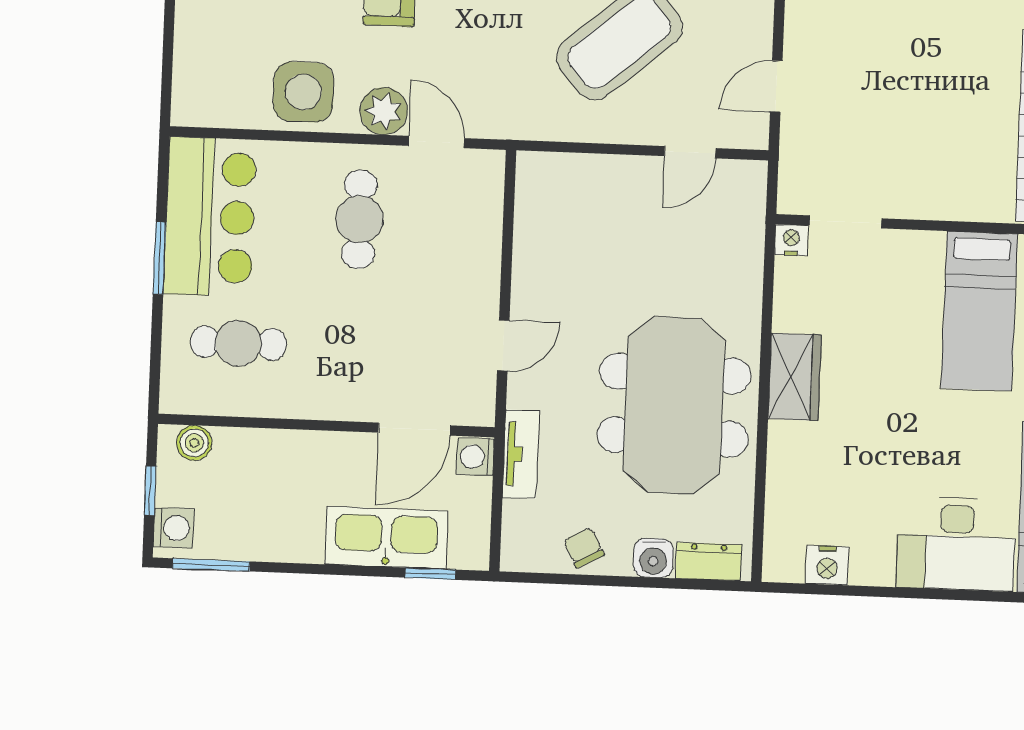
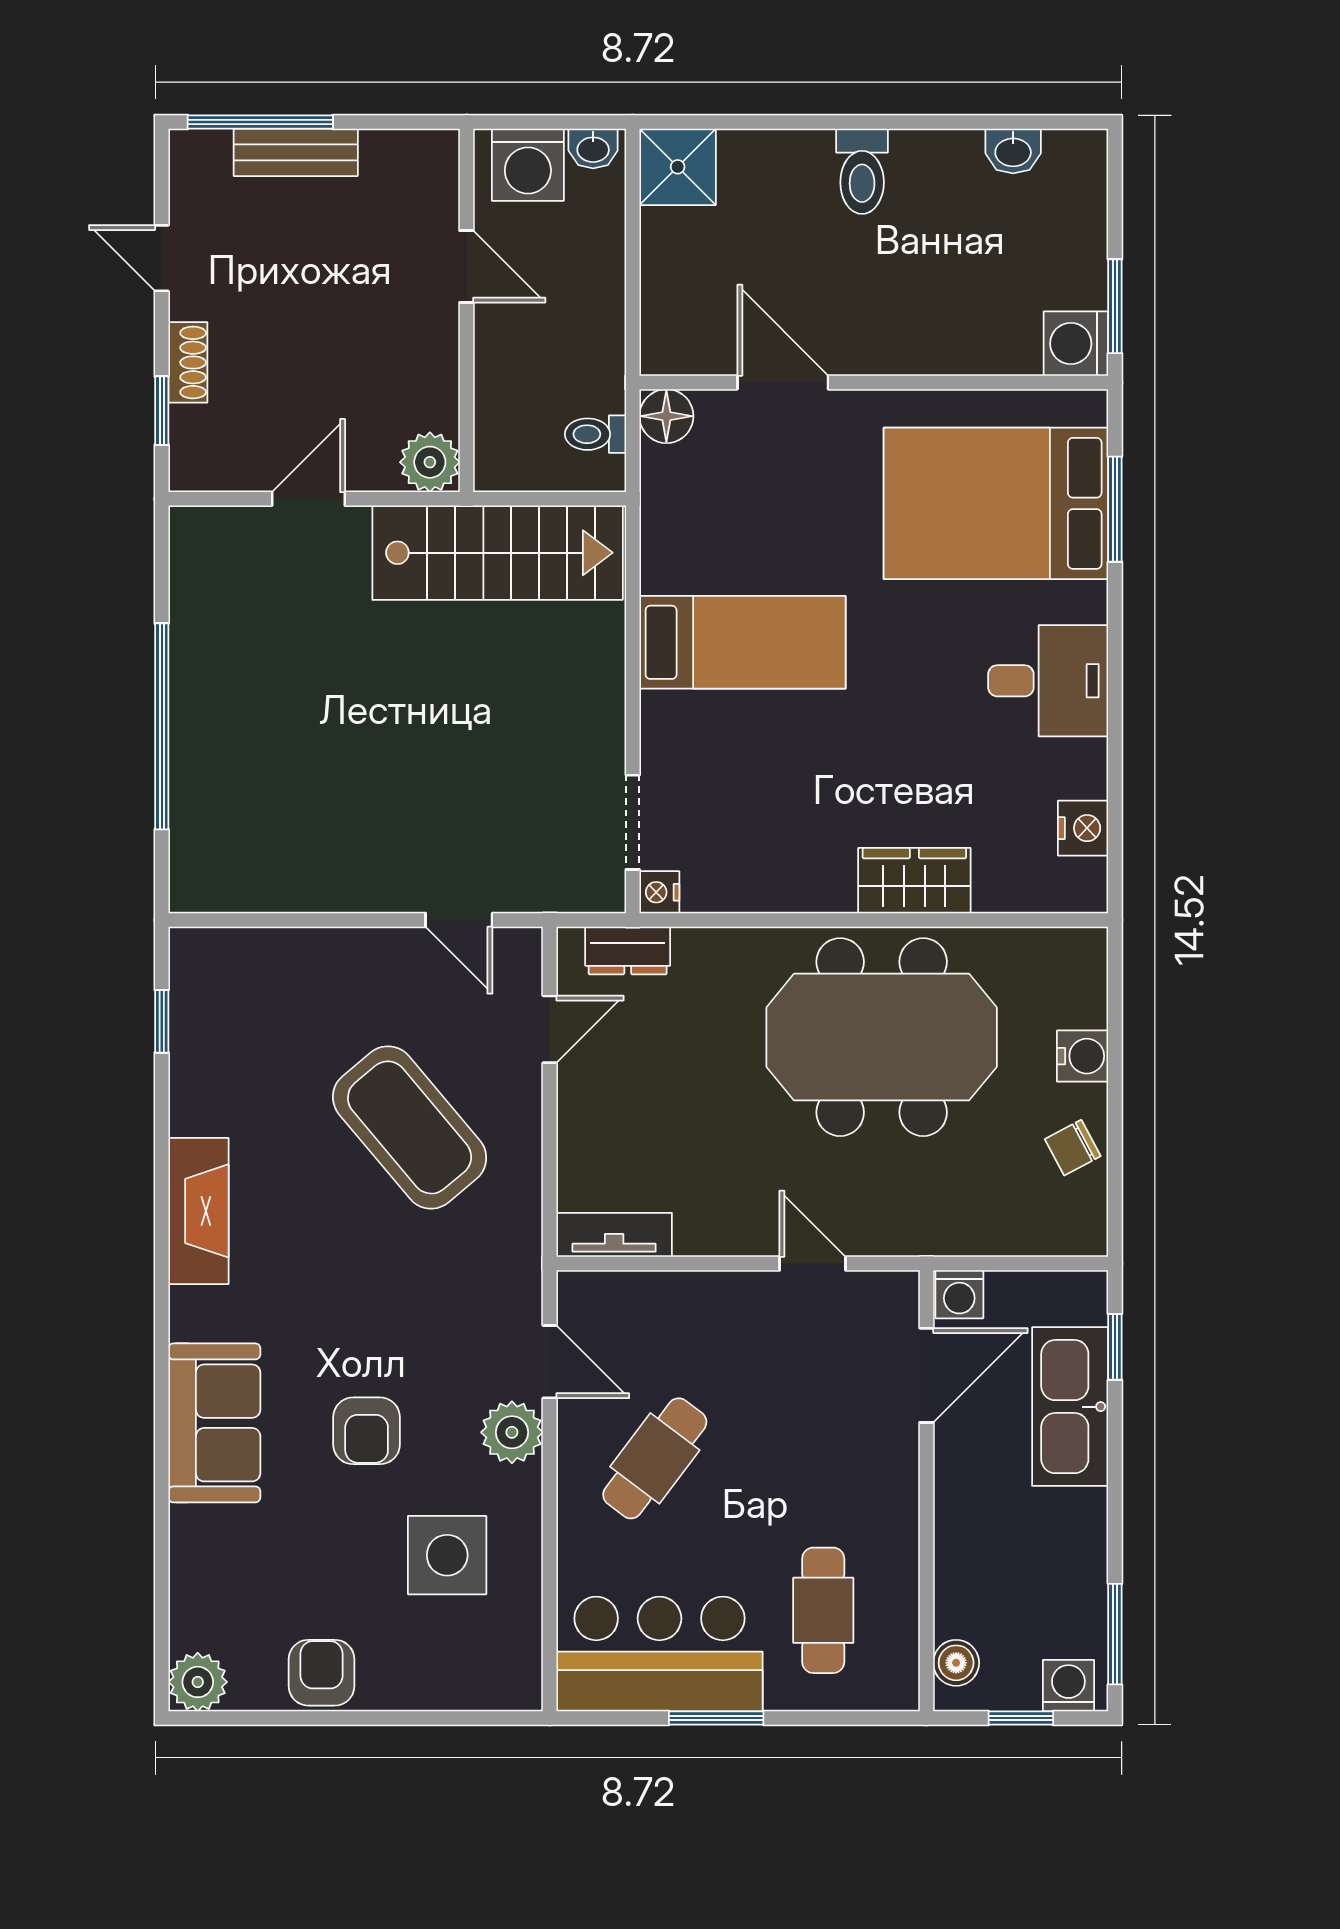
side table: (303, 92) -> (447, 1555), moved
door: (436, 142) -> (550, 1362), swing flipped
door: (690, 152) -> (550, 1029), hinge flipped
cafe table: (359, 219) -> (655, 1458), turned -53
wardrobe: (795, 377) -> (914, 881), moved
door: (414, 429) -> (926, 1375), hinge flipped
tv unit: (521, 454) -> (614, 1235), moved
desk: (956, 544) -> (1048, 681), width x0.73
dresser: (709, 562) -> (628, 951), moved, turned -90

